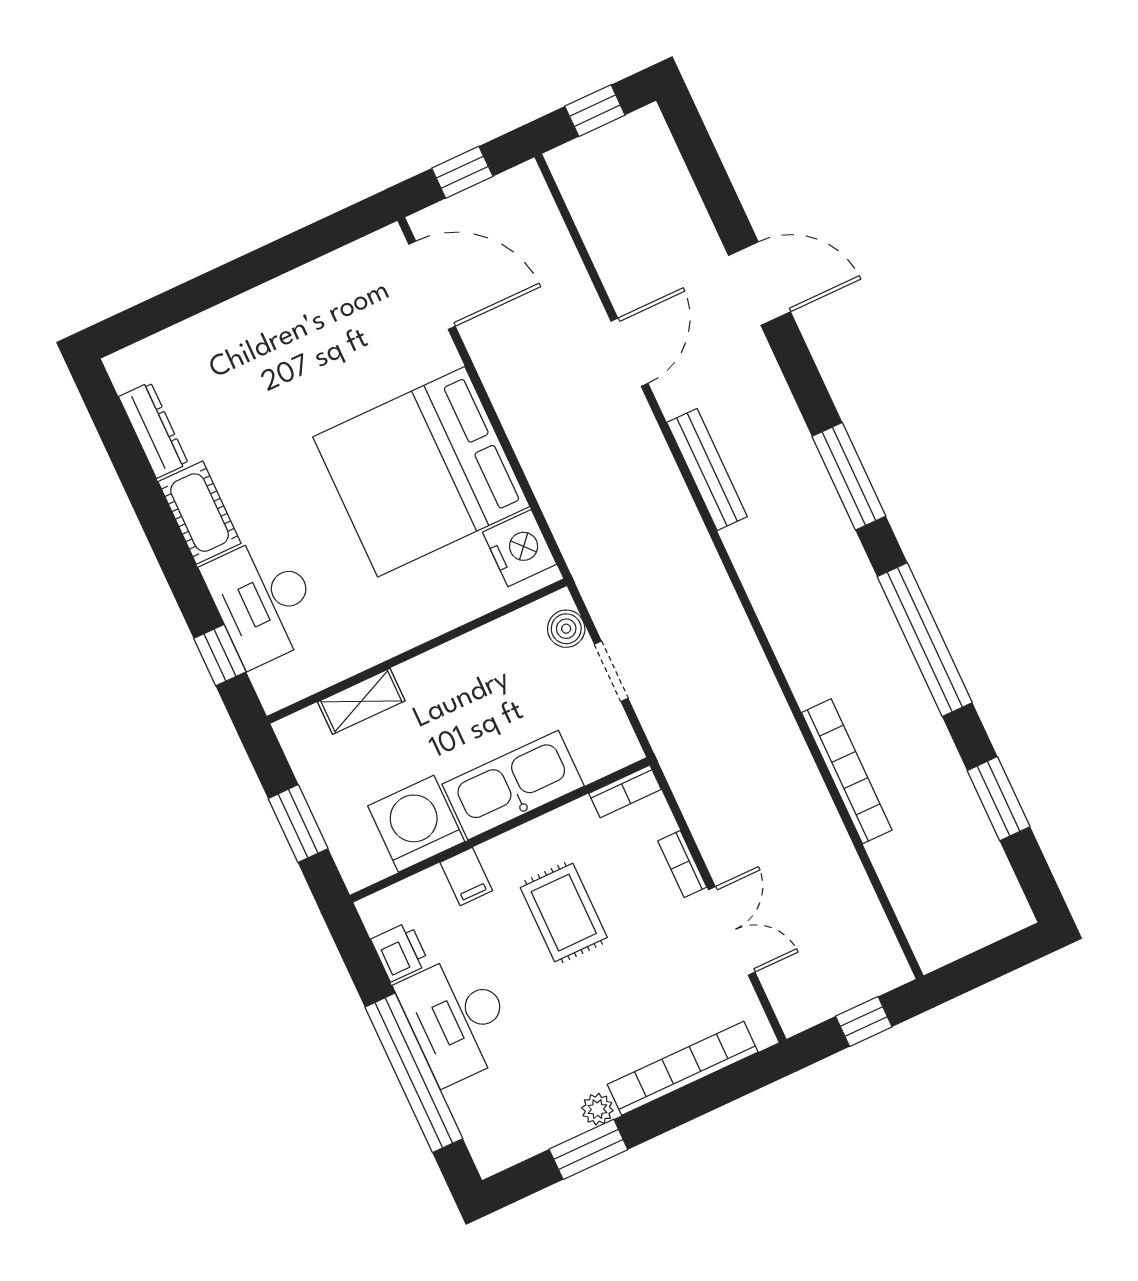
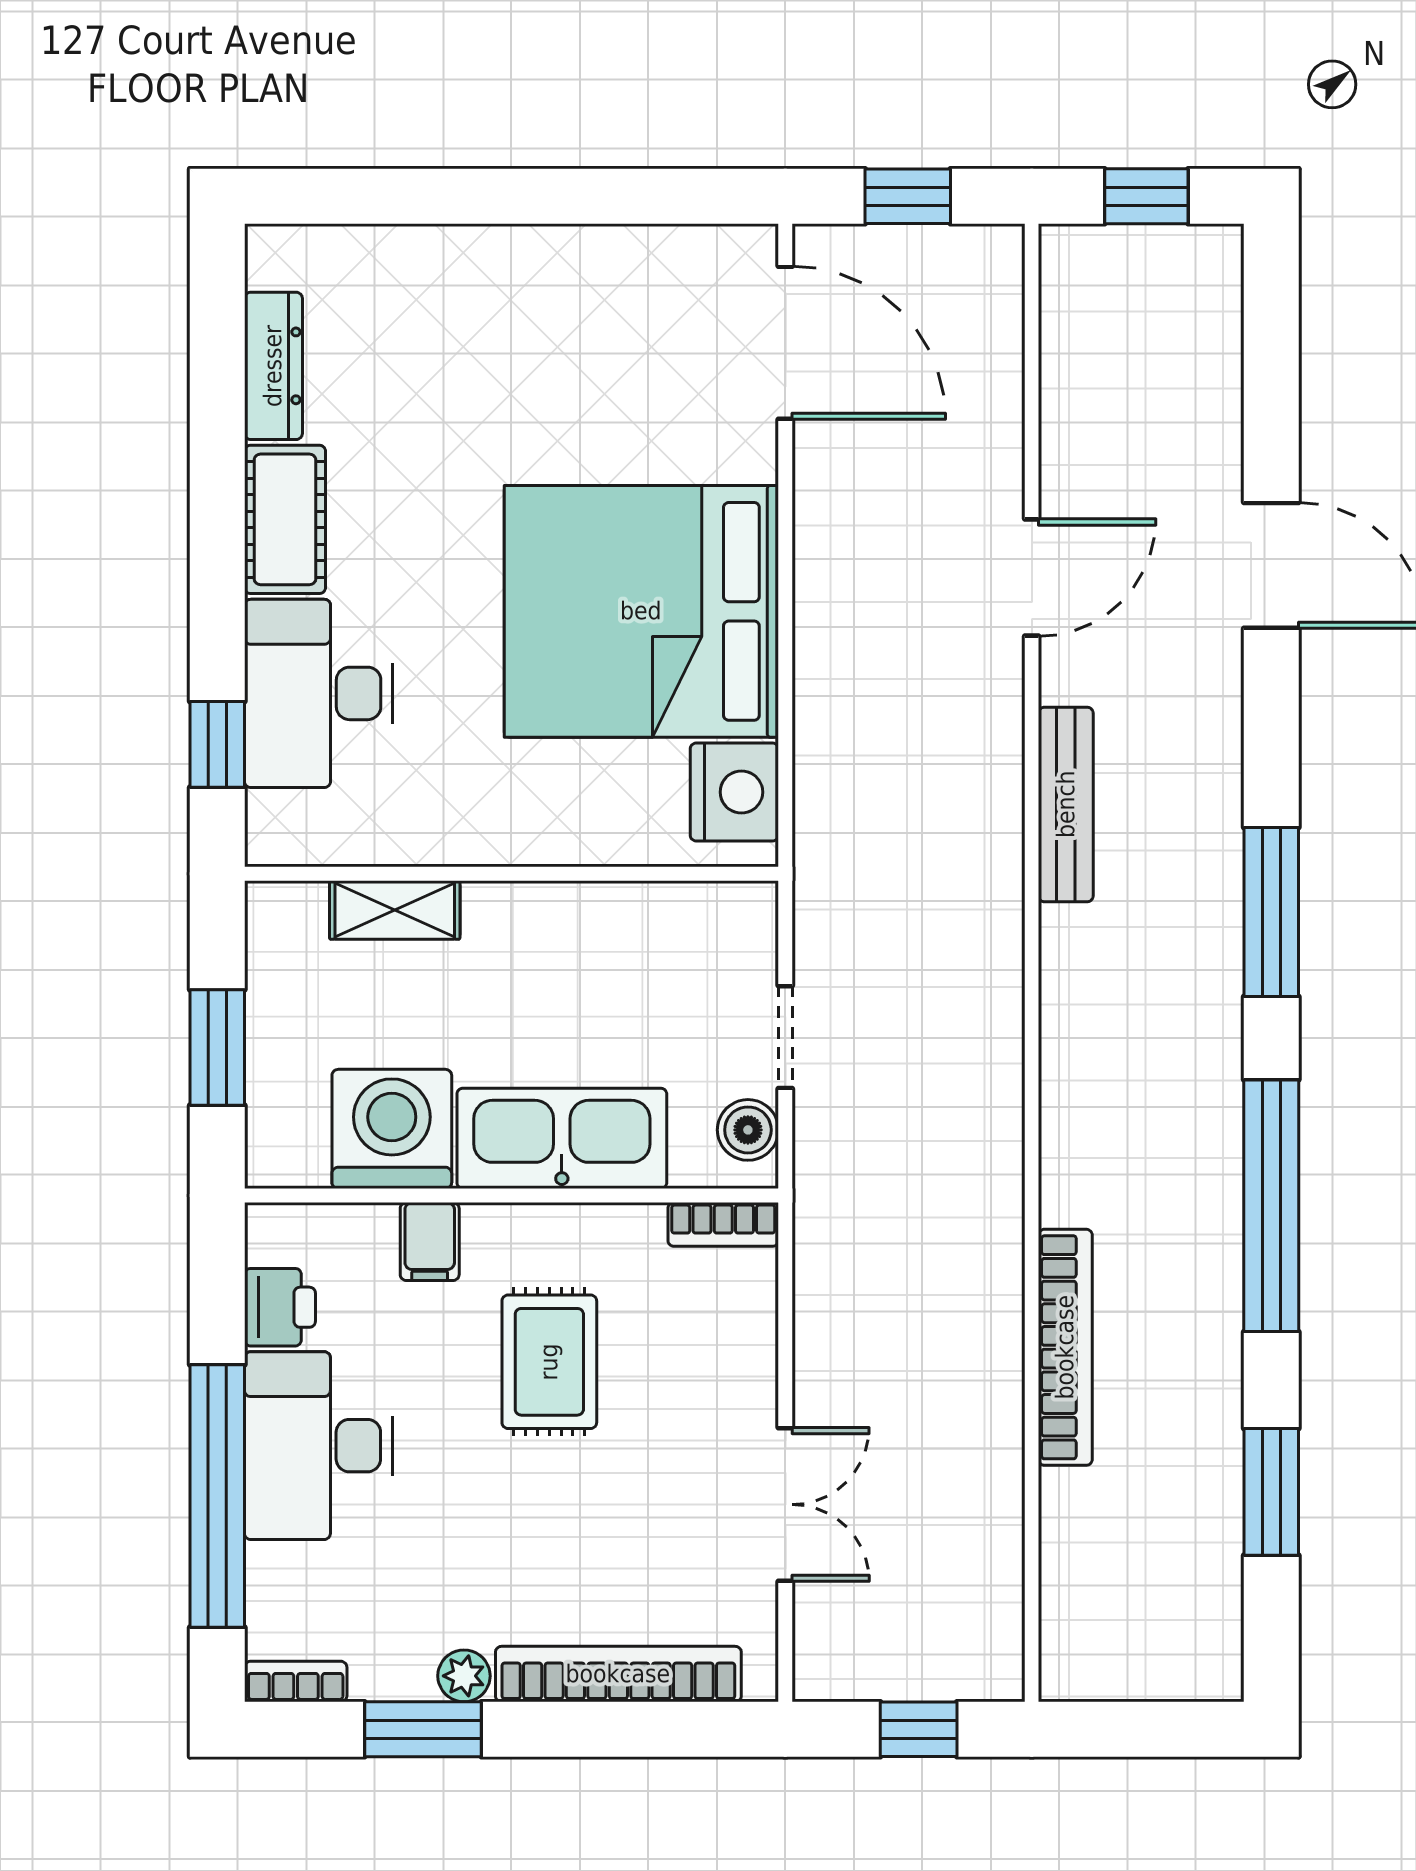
boiler: (566, 629) -> (748, 1130), moved
bookcase: (682, 864) -> (296, 1682), moved, turned 90

